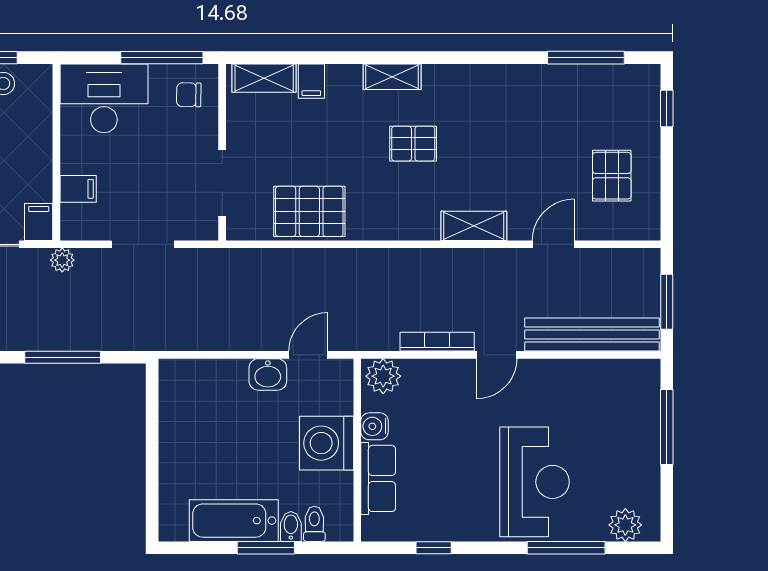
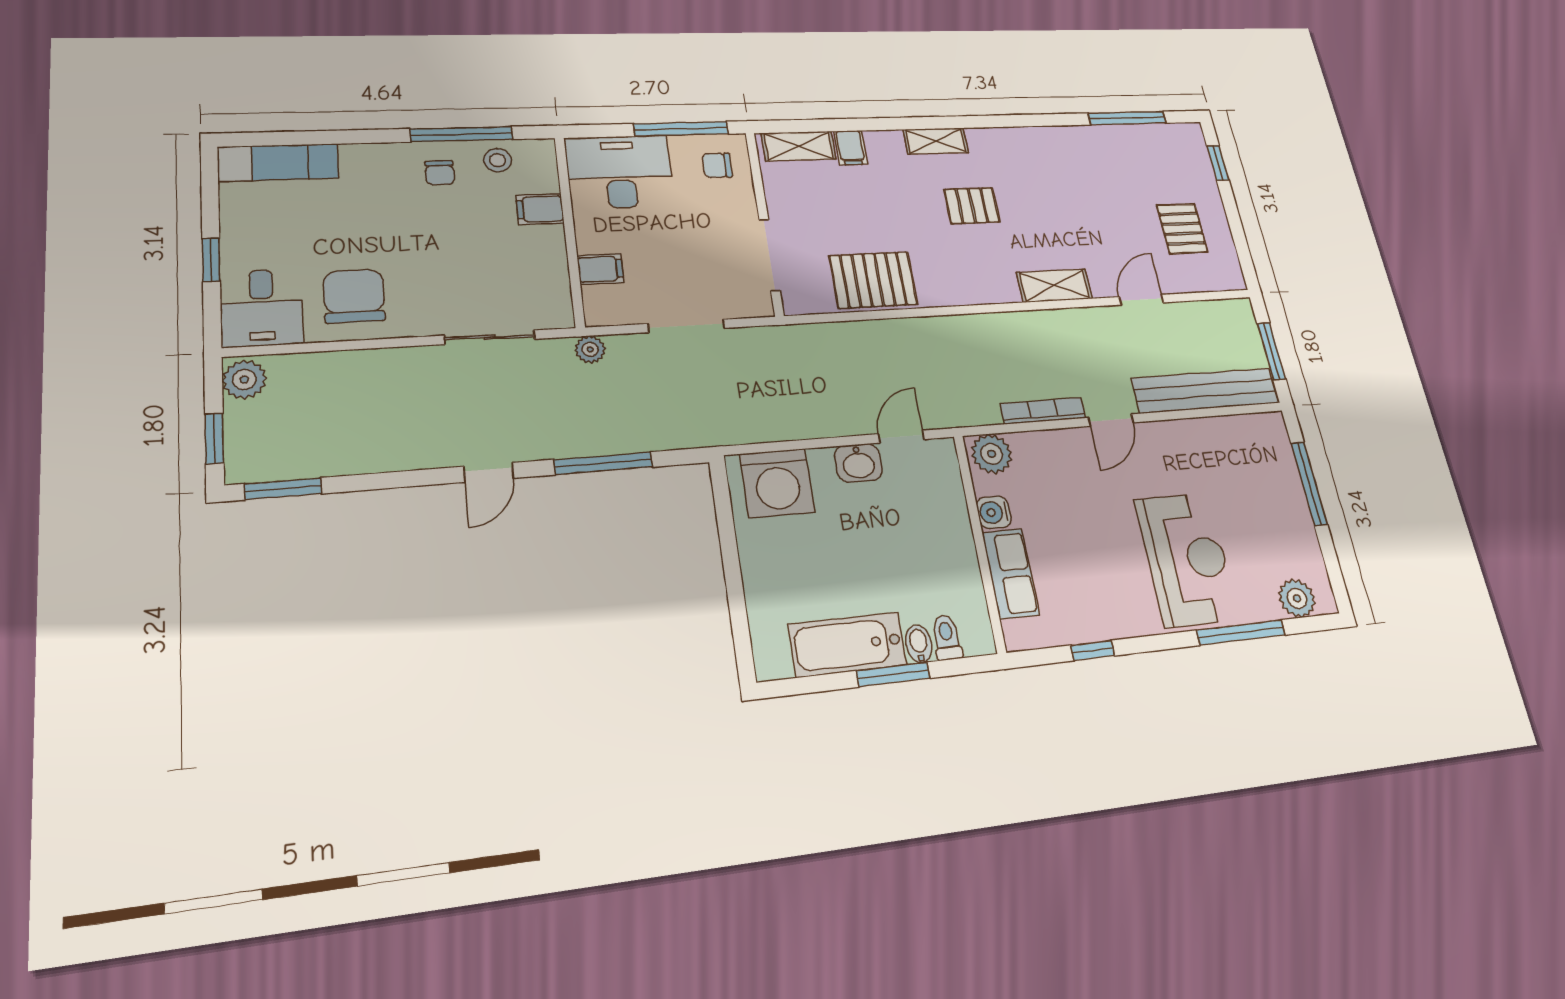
filing cabinet: (39, 222) -> (540, 209), moved, turned -90
washing machine: (327, 443) -> (777, 483), moved, turned -90

